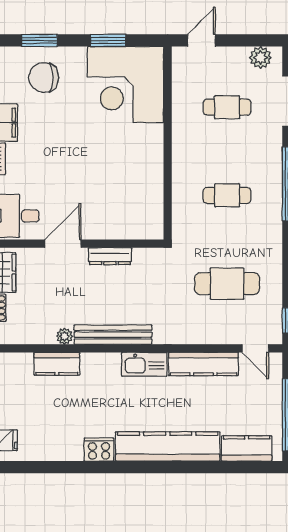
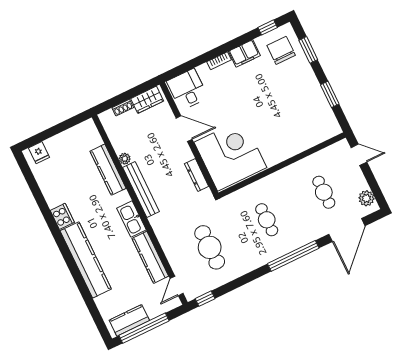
chair: (44, 78) -> (281, 50), moved
corner desk: (126, 85) -> (230, 155), moved, turned 90
dresser: (110, 256) -> (197, 175), moved
kitchen counter: (57, 364) -> (108, 170), width x1.50
kitchen counter: (247, 448) -> (129, 320), moved, turned -90

